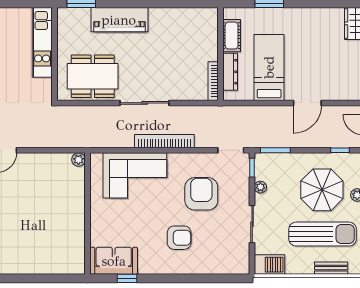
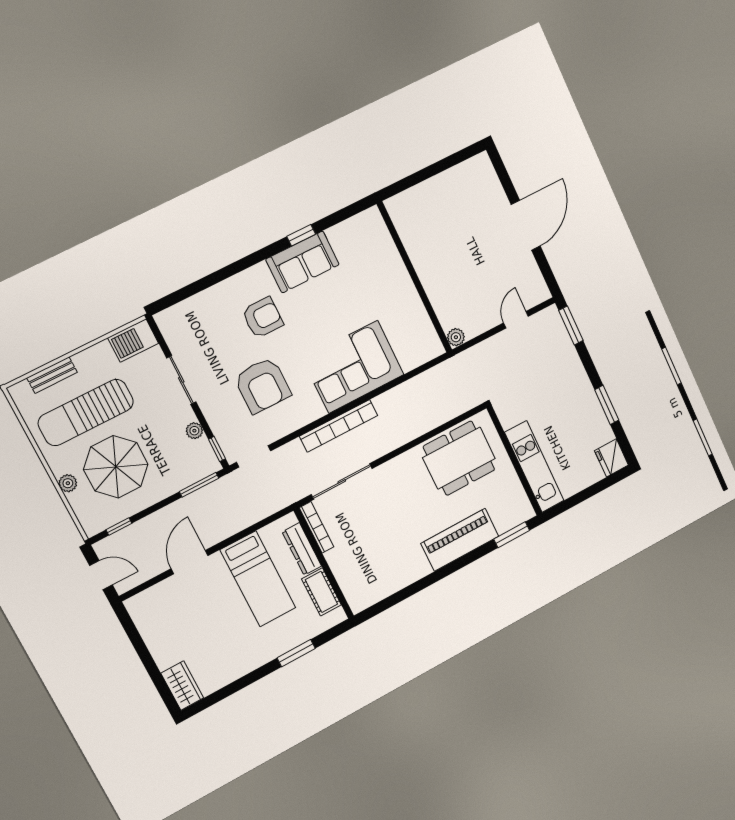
sliding door: (145, 103) -> (342, 481), moved
plant: (78, 160) -> (456, 337), moved
wall: (88, 214) -> (415, 278), moved
armchair: (179, 238) -> (263, 318), turned 180
sofa: (114, 261) -> (303, 262), moved

